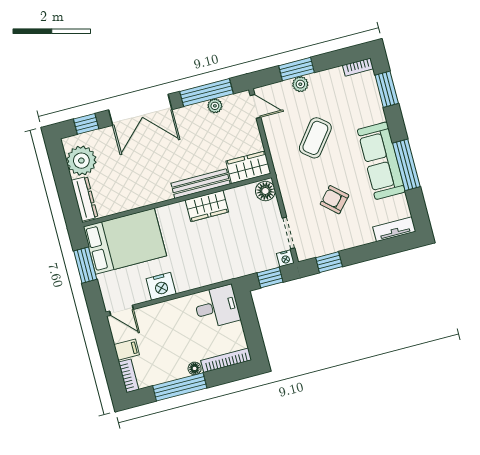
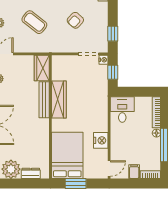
floor lamp: (265, 191) -> (59, 61), removed
dresser: (85, 199) -> (31, 173), width x0.70
wardrobe: (207, 206) -> (59, 100), width x1.50

